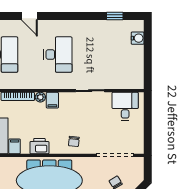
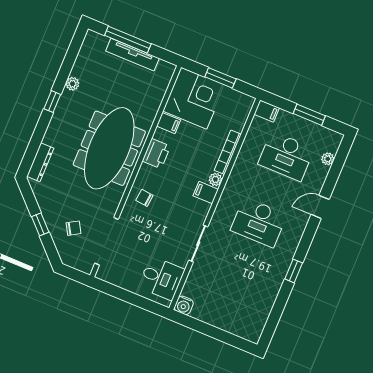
window: (115, 16) -> (294, 271), moved
water cooler: (138, 38) -> (184, 305), moved

